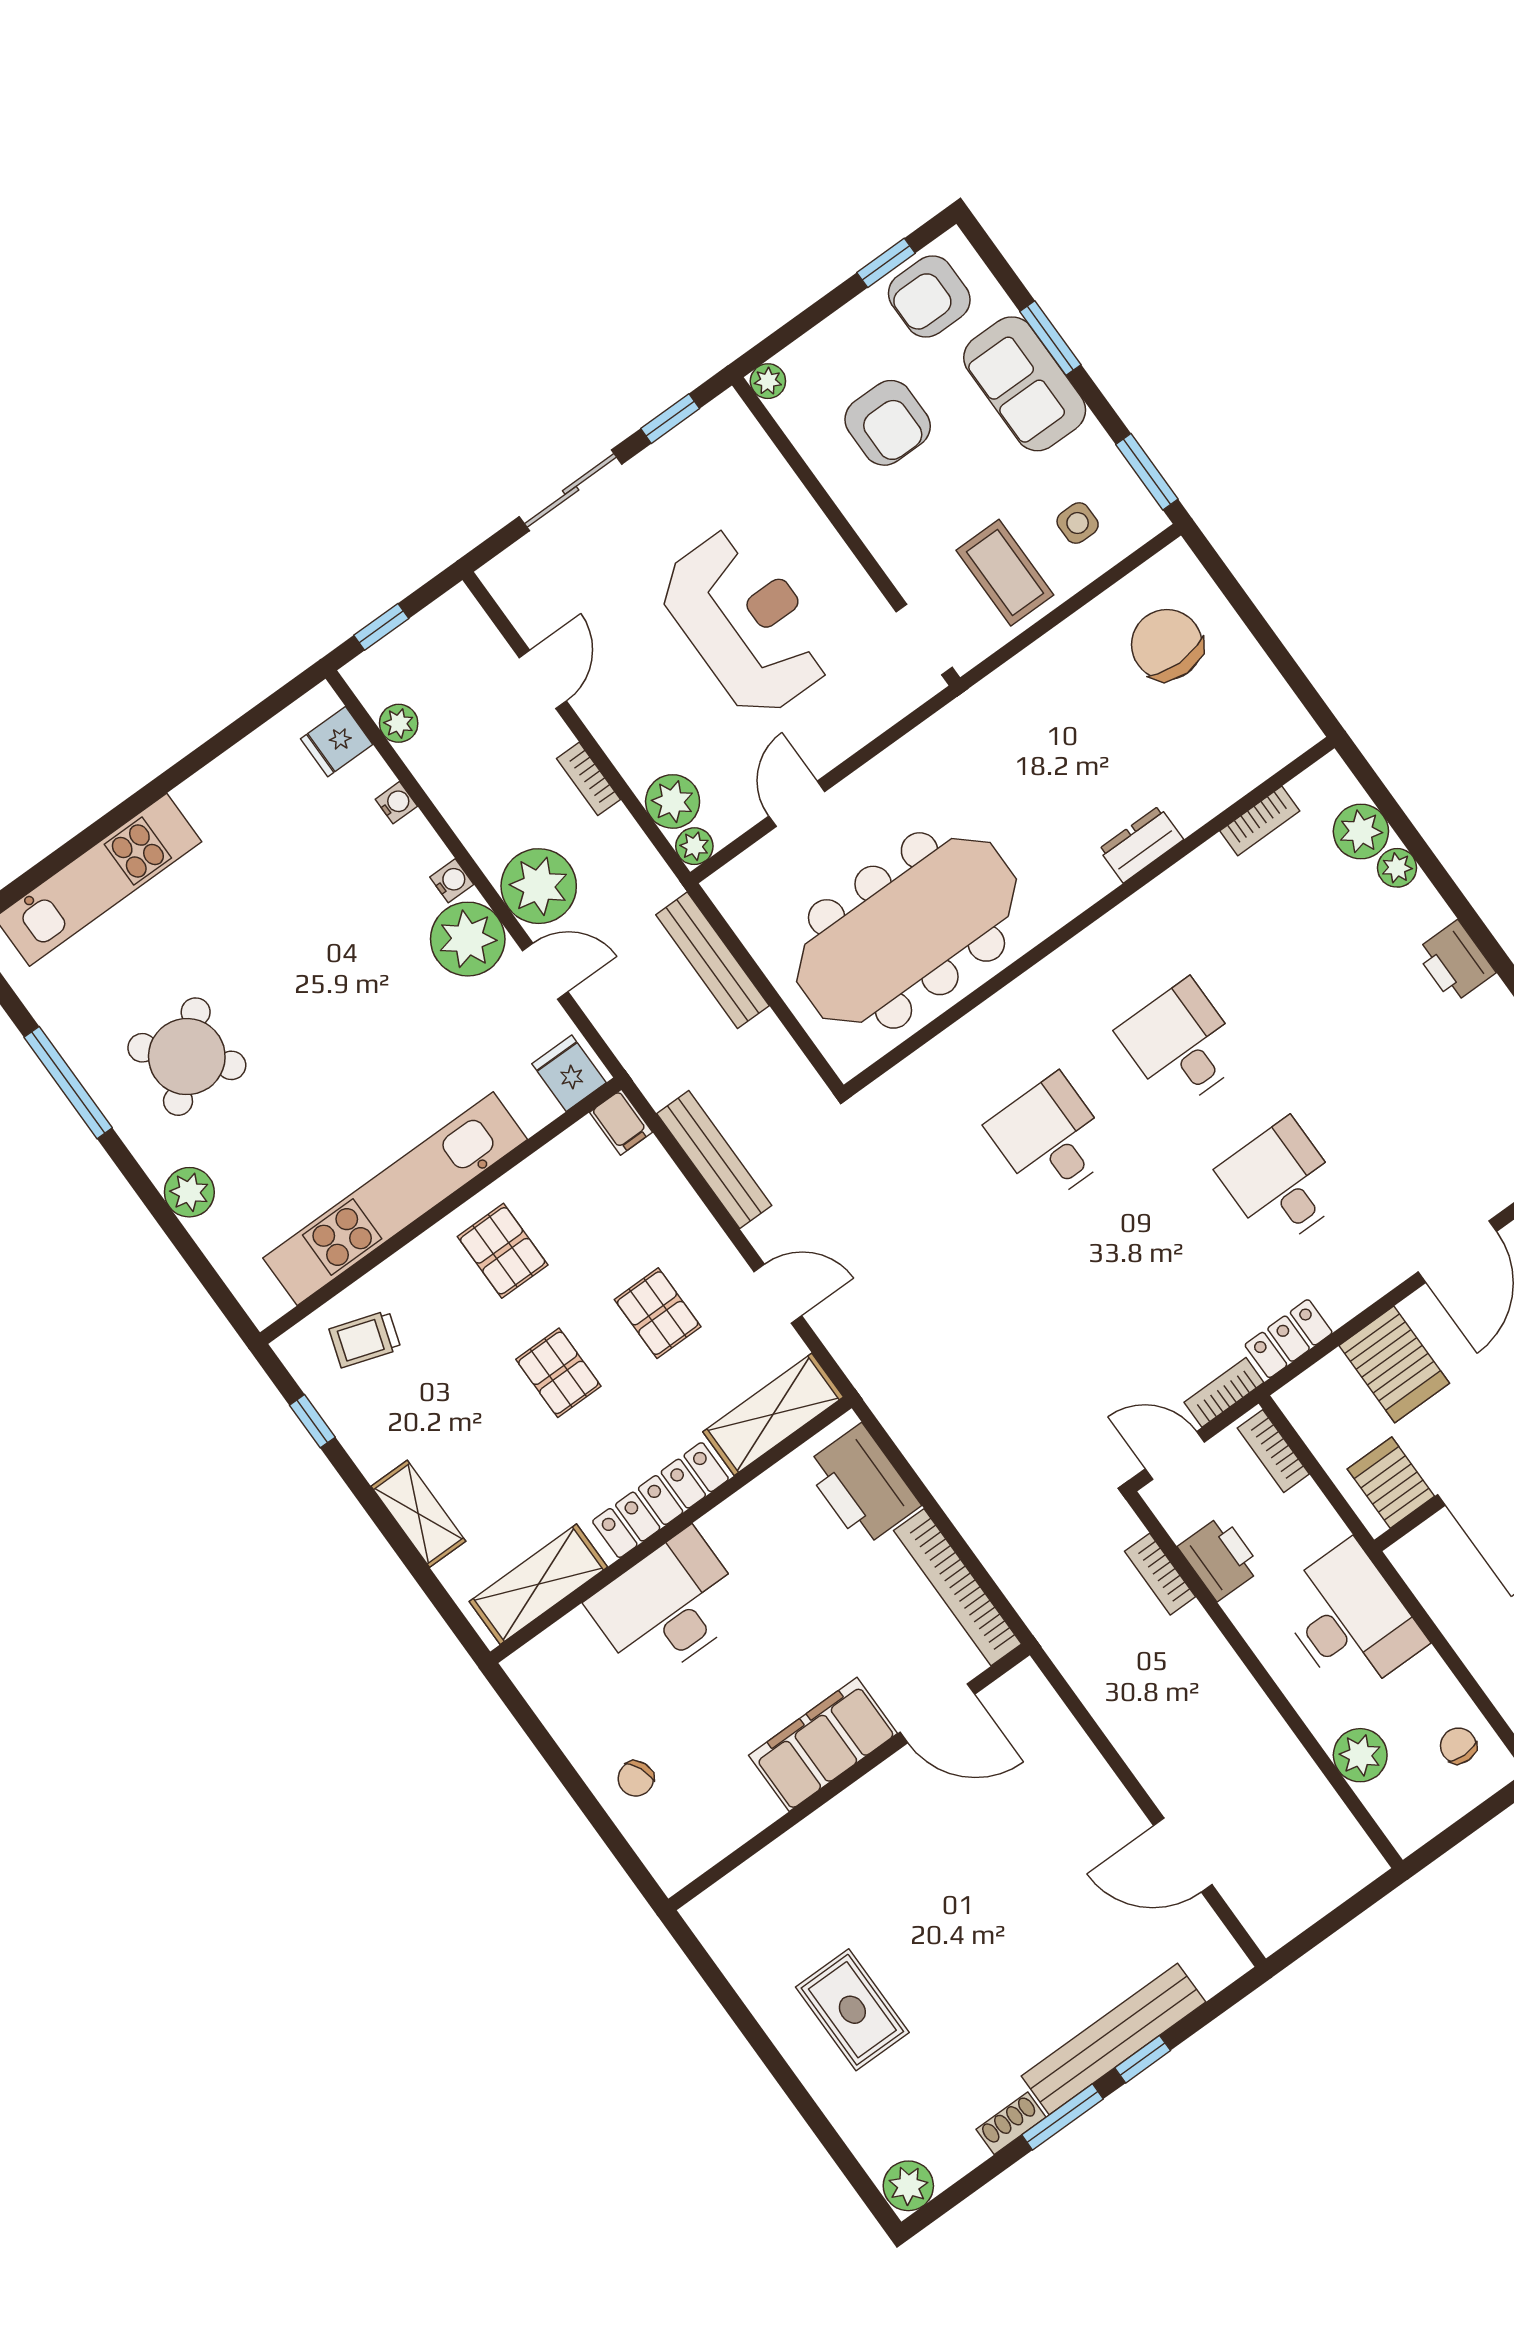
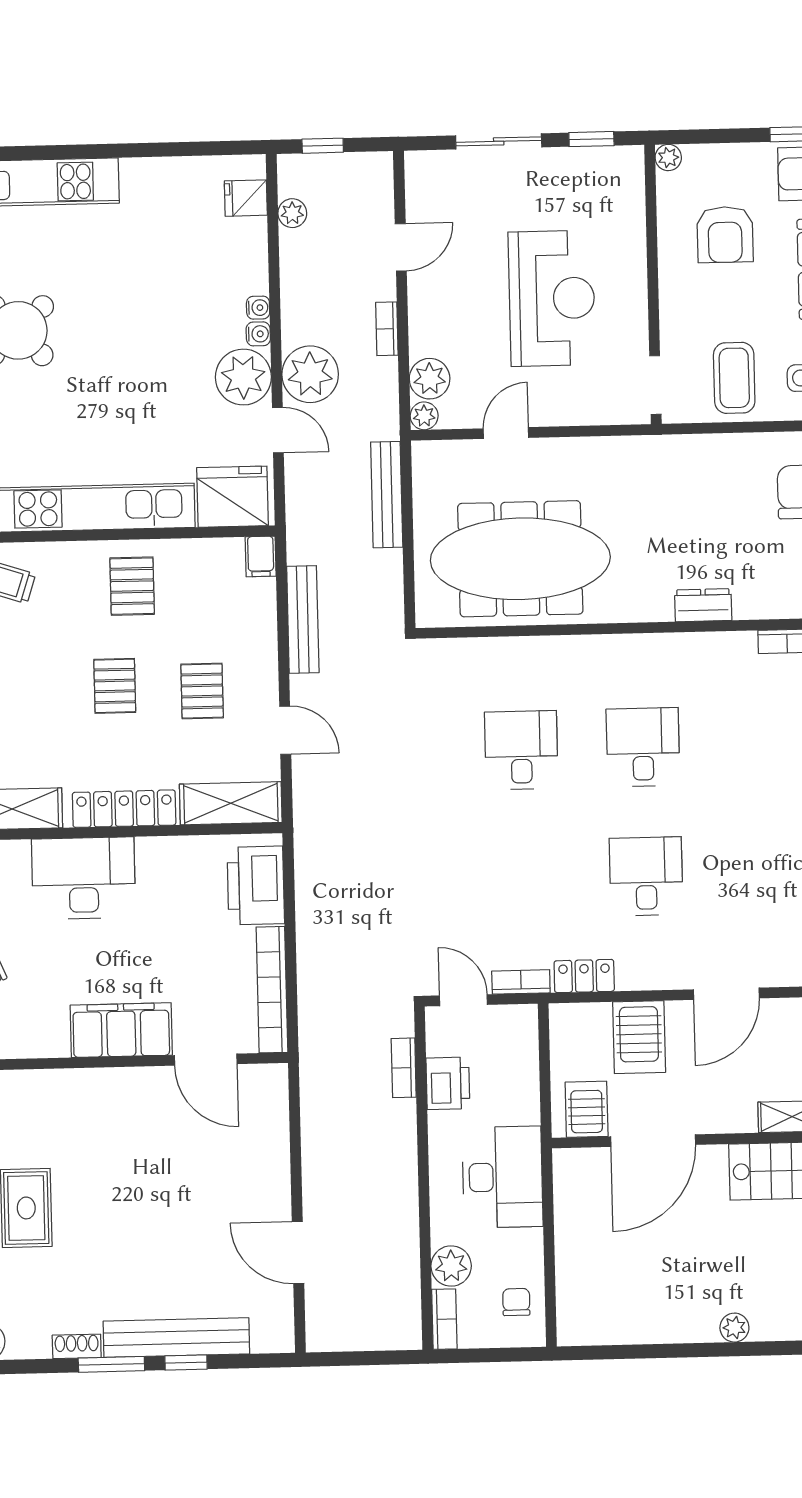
water cooler: (396, 803) -> (258, 308), moved
fridge: (569, 1073) -> (232, 497), width x1.88, depth x1.34
bookcase: (1273, 1451) -> (444, 1319), moved, turned 180

